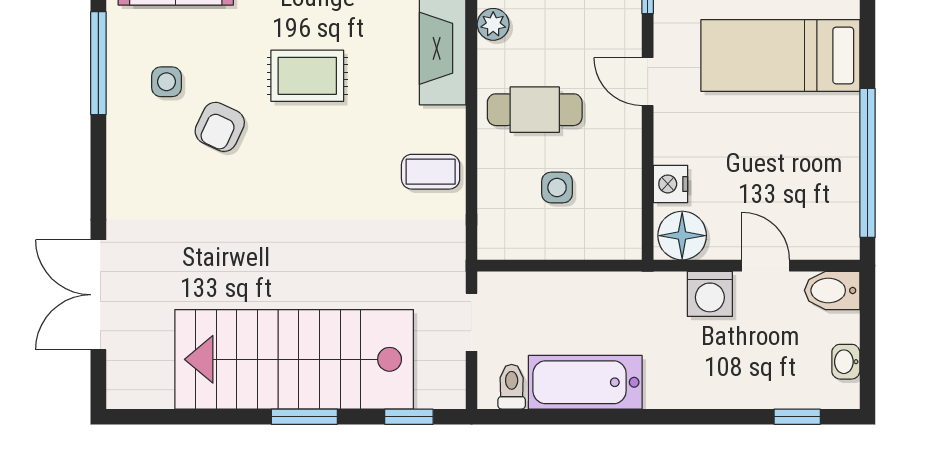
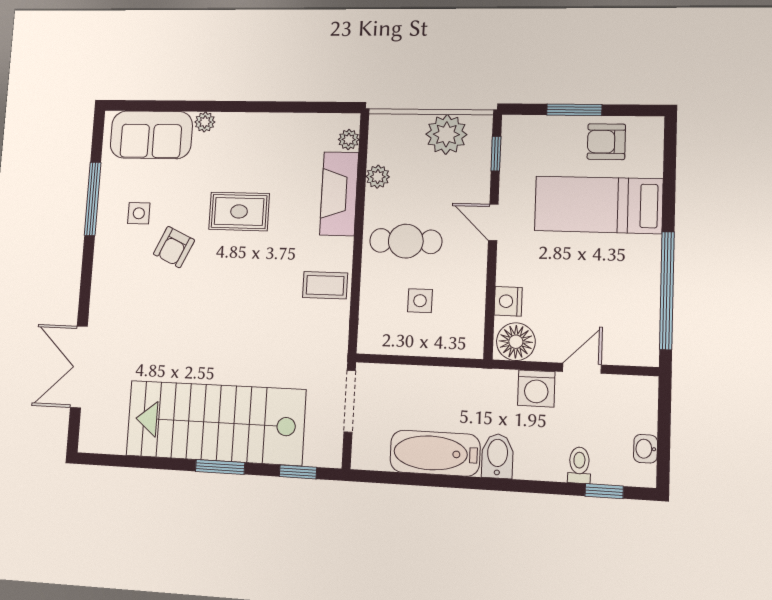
door: (766, 266) -> (582, 368), hinge flipped
bidet: (832, 290) -> (497, 456), moved, turned 90
doorway: (471, 322) -> (350, 401), width x1.38
toilet: (512, 387) -> (579, 465), moved

